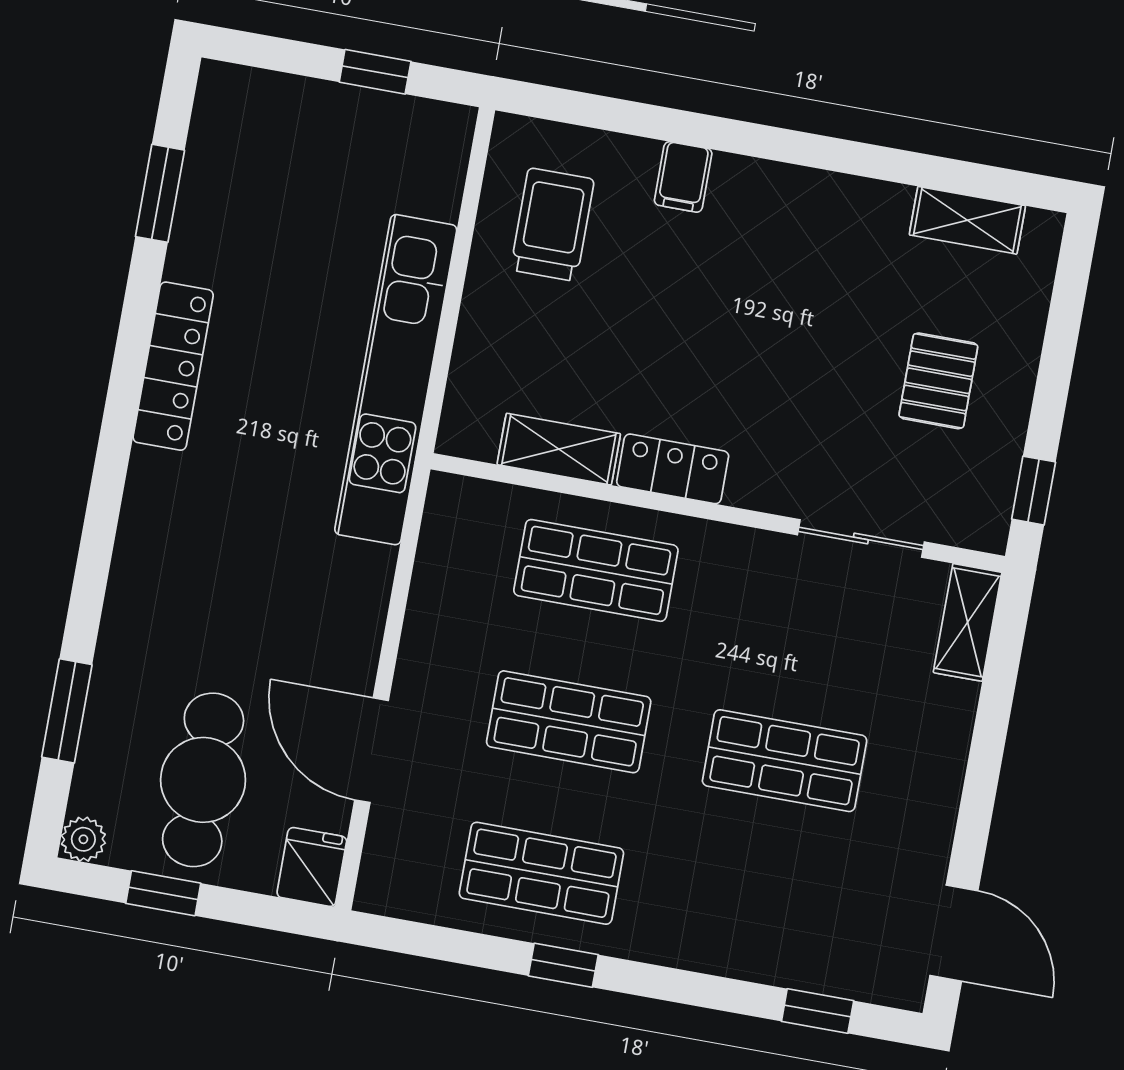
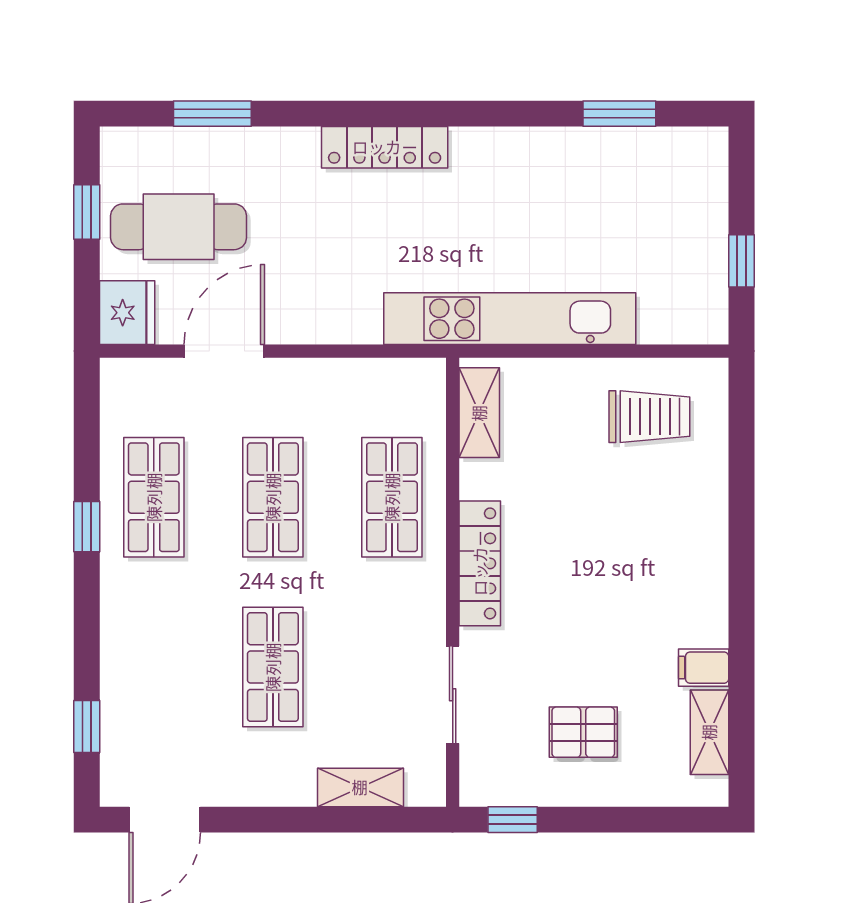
filing cabinet: (683, 177) -> (704, 668), moved
locker: (173, 366) -> (385, 147), moved
shelving: (559, 449) -> (479, 413), moved
locker: (673, 469) -> (480, 563), width x1.53
shelving: (968, 622) -> (360, 787), moved
plant: (83, 839) -> (117, 144), removed
fridge: (312, 867) -> (127, 313), width x1.38

